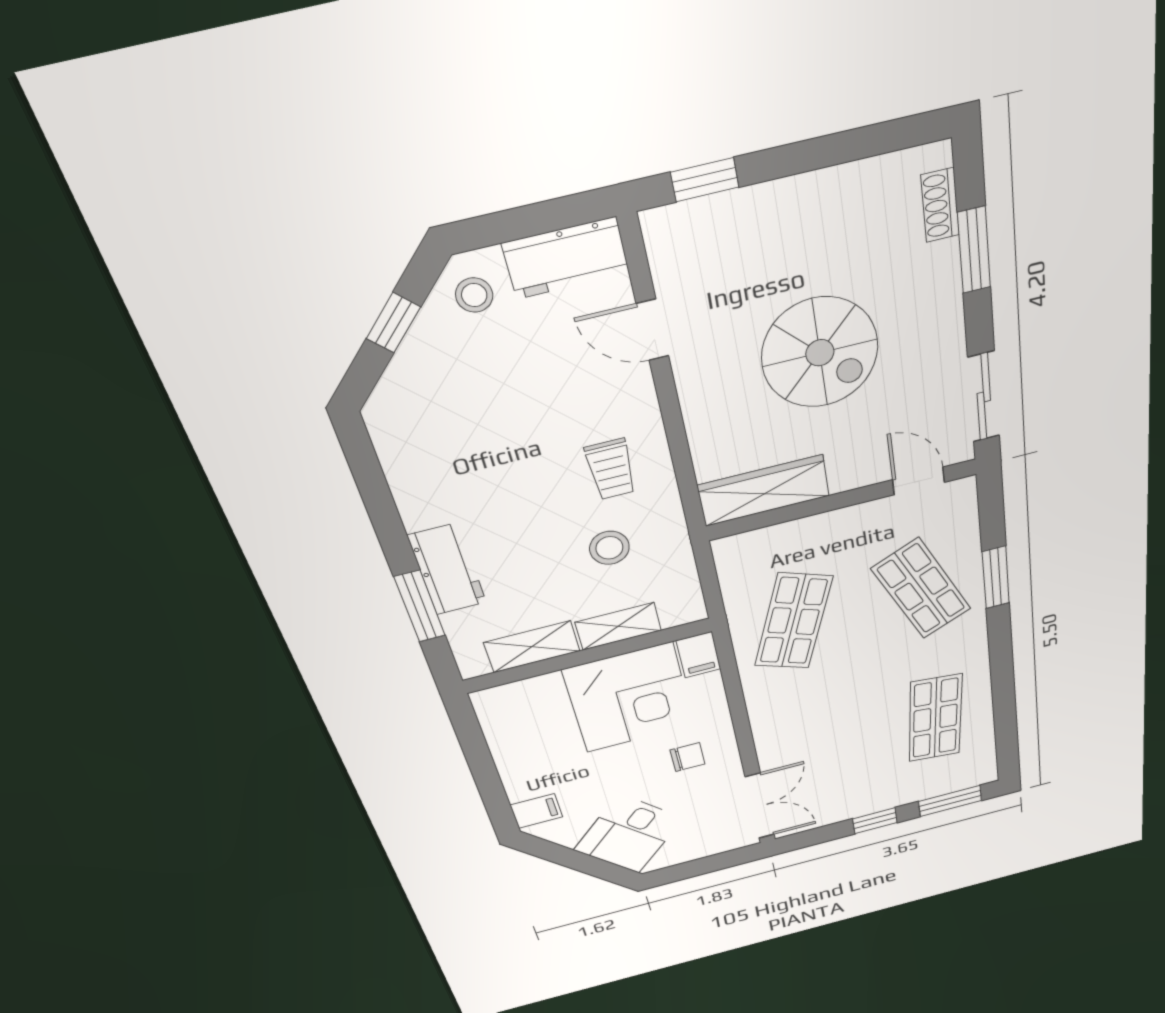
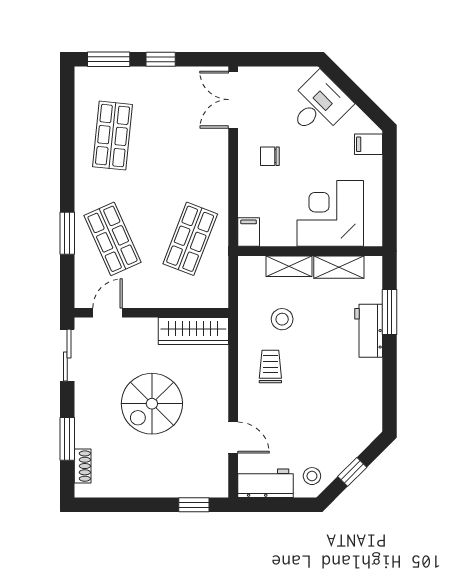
spiral stairs: (820, 353) -> (152, 404), turned -90
door: (919, 481) -> (108, 313), swing flipped
corner desk: (629, 698) -> (330, 213), moved

